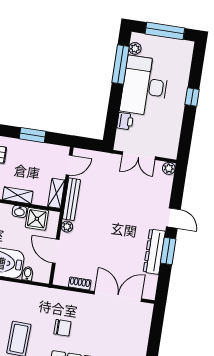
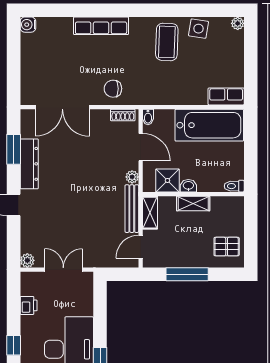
printer: (125, 121) -> (29, 305), moved, turned 180
window: (32, 135) -> (187, 274), width x1.44
window: (168, 251) -> (14, 149), moved
bidet: (28, 274) -> (148, 117), moved
shoe rack: (80, 283) -> (123, 115), moved
chair: (62, 328) -> (113, 89), moved

